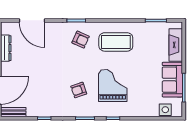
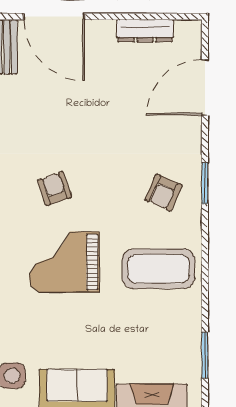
coffee table: (116, 42) -> (158, 269), turned 90
grand piano: (113, 86) -> (64, 262), turned 180

